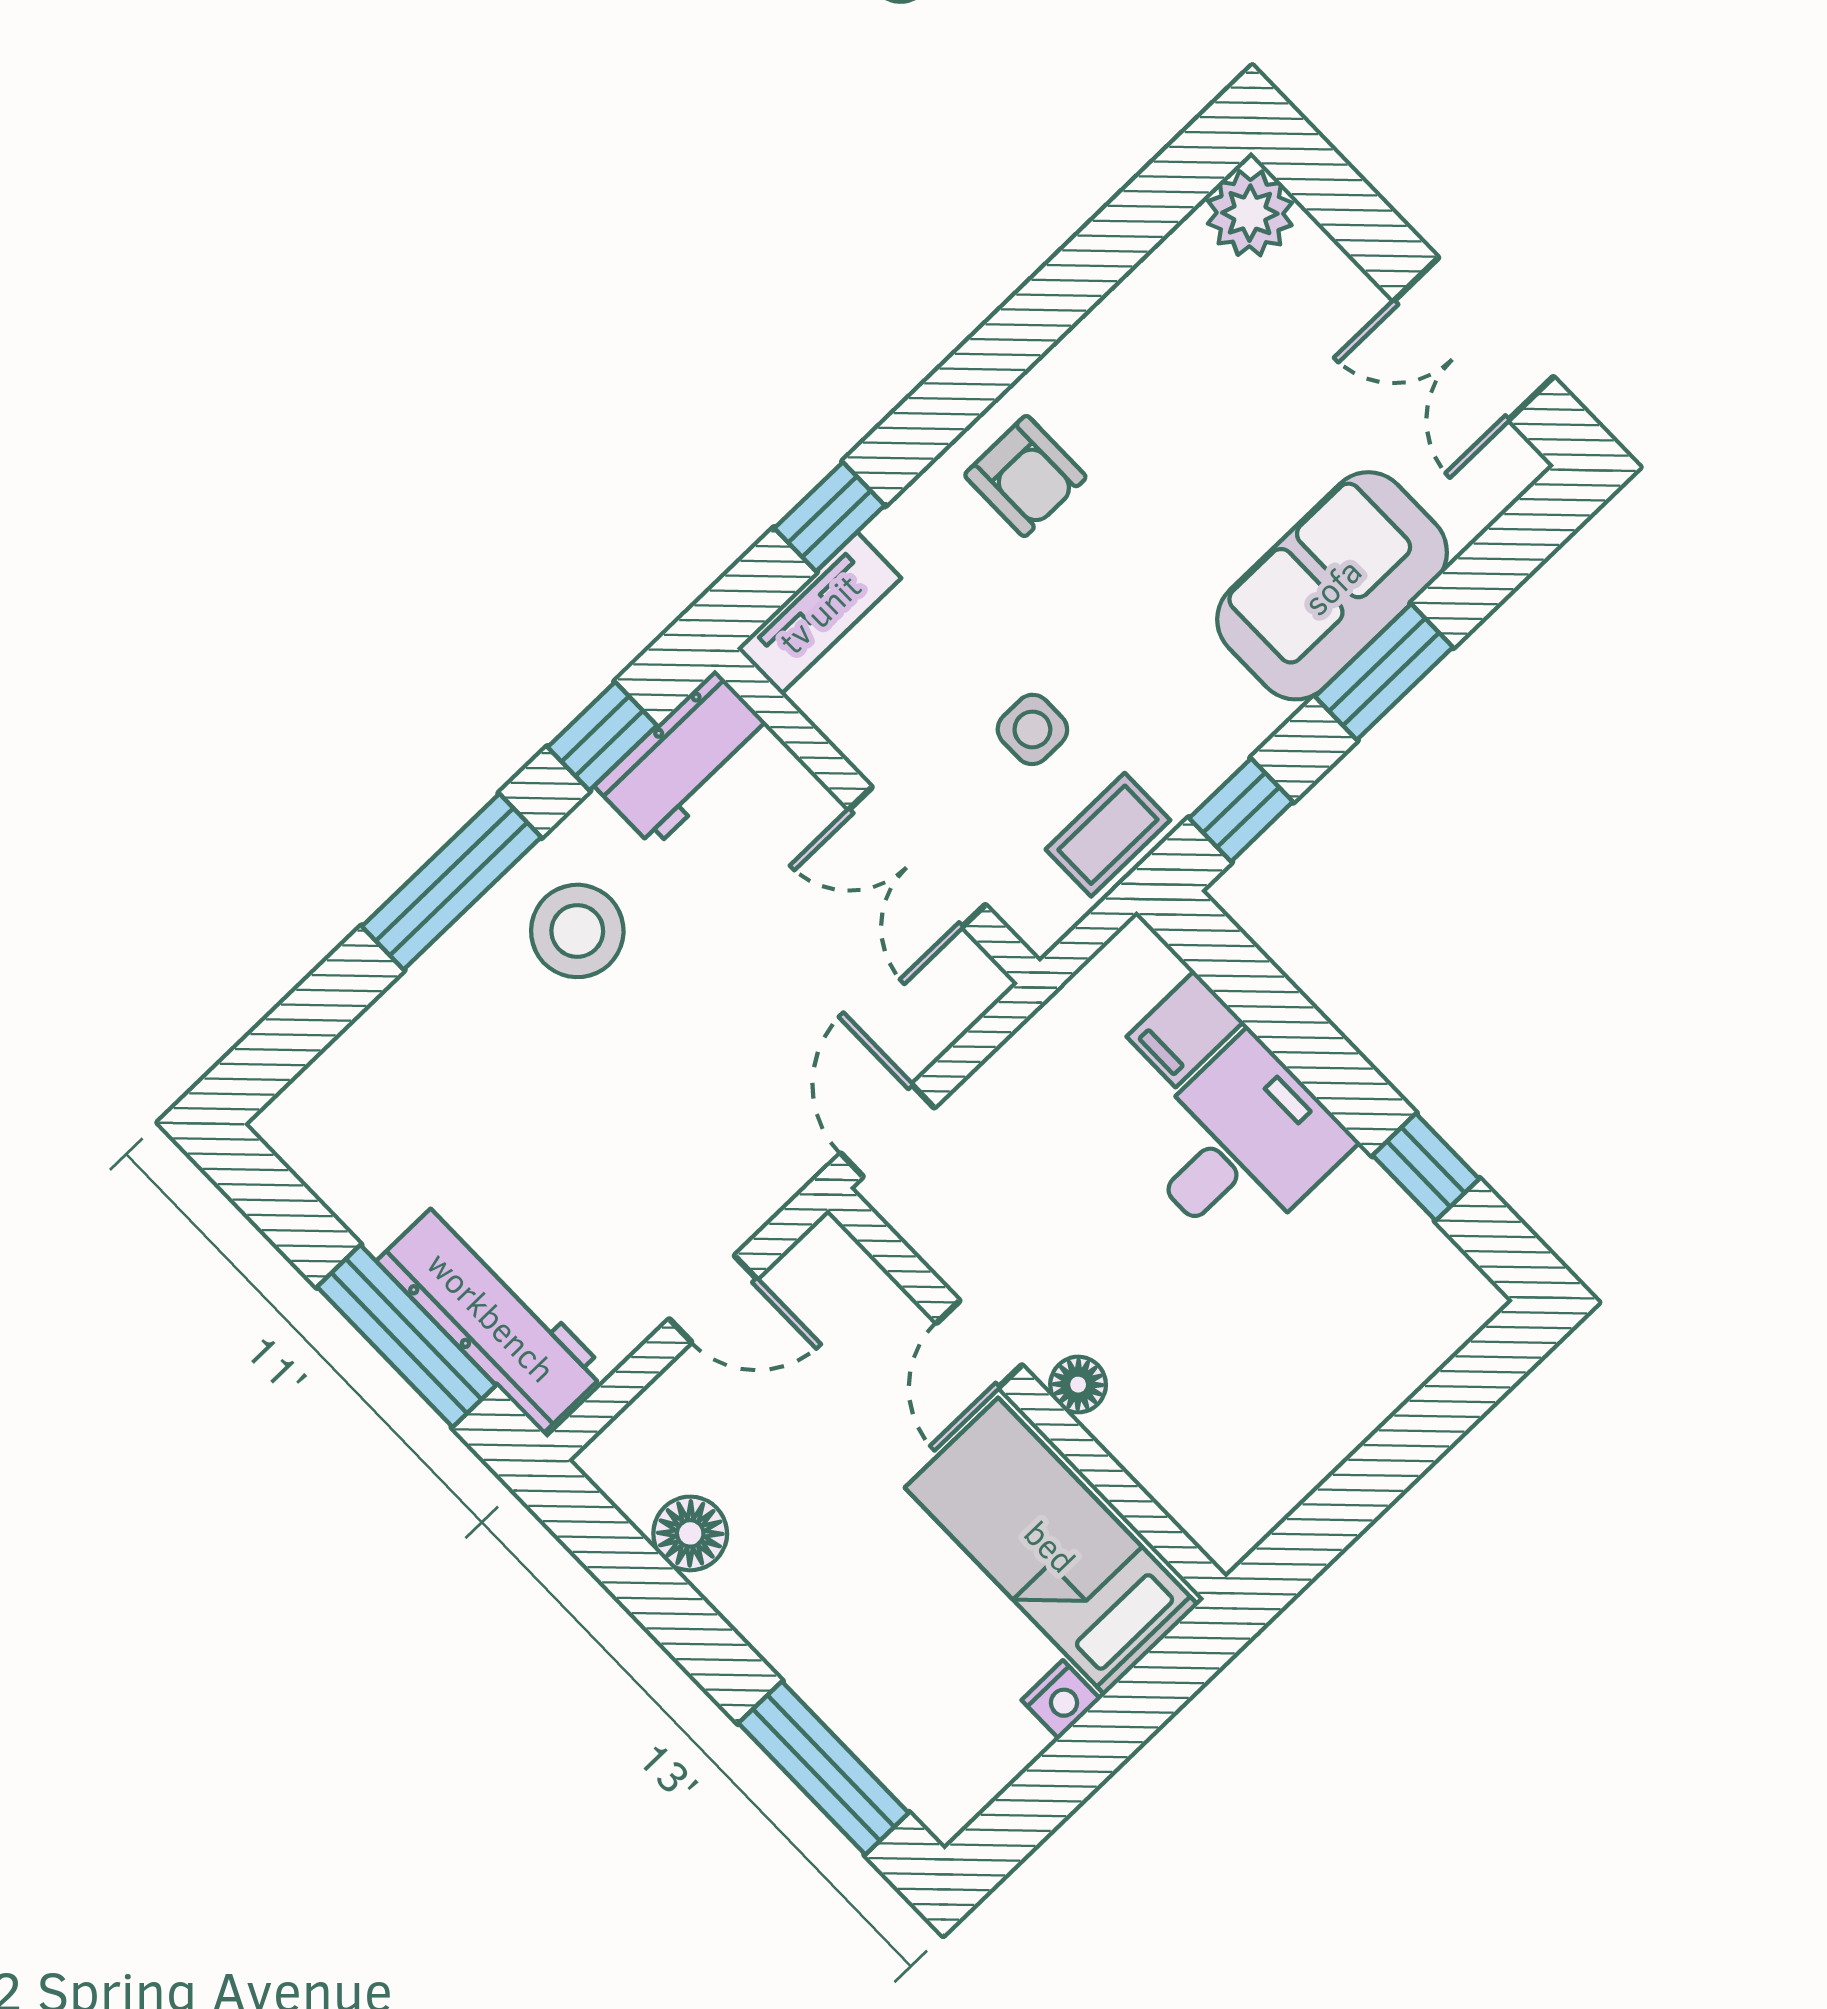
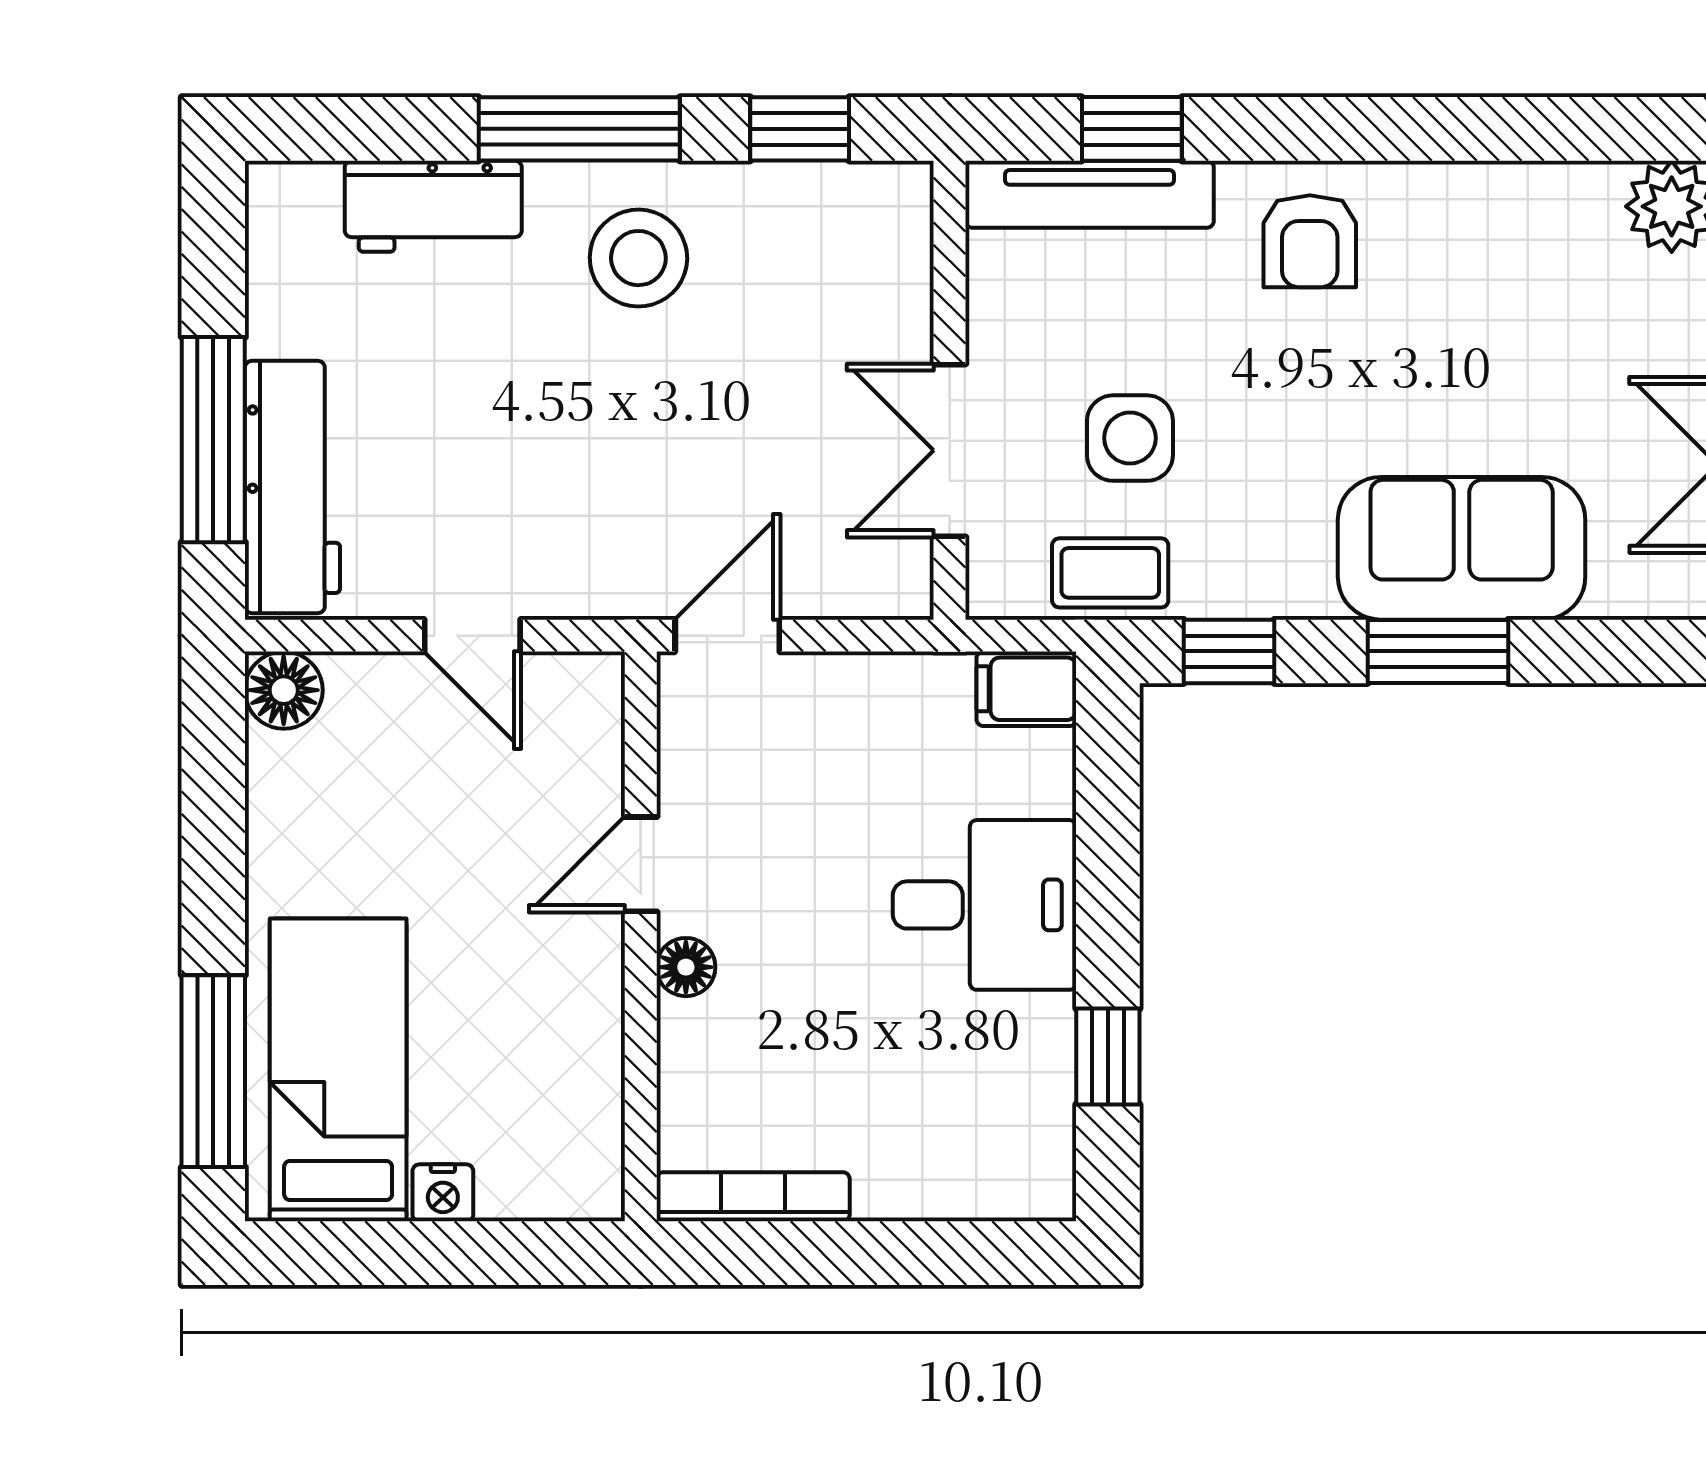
tv unit: (819, 613) -> (1090, 194), width x1.41
side table: (1032, 729) -> (1130, 438), width x1.37, depth x1.37
workbench: (685, 759) -> (433, 206), moved
filing cabinet: (1185, 1029) -> (1026, 689), moved
bookcase: (1276, 1497) -> (753, 1197), added
floor lamp: (690, 1533) -> (284, 690), moved
bed: (1051, 1546) -> (338, 1070), moved

